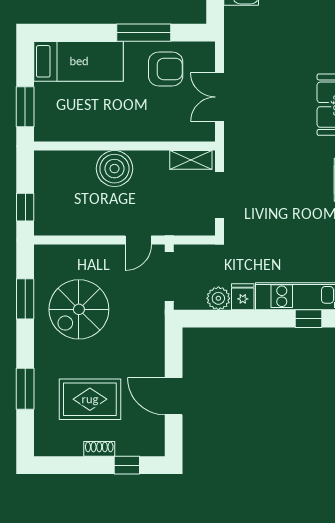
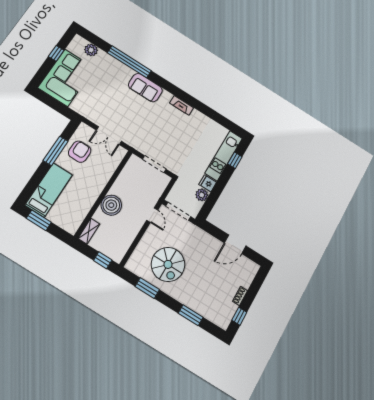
window: (25, 107) -> (39, 220), moved
shelving: (191, 160) -> (89, 231), moved
rug: (90, 399) -> (214, 286), removed
window: (127, 465) -> (239, 316), moved

